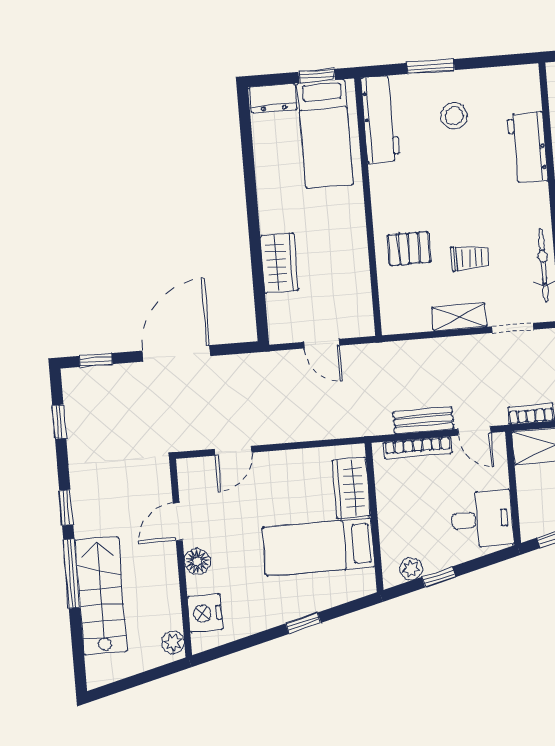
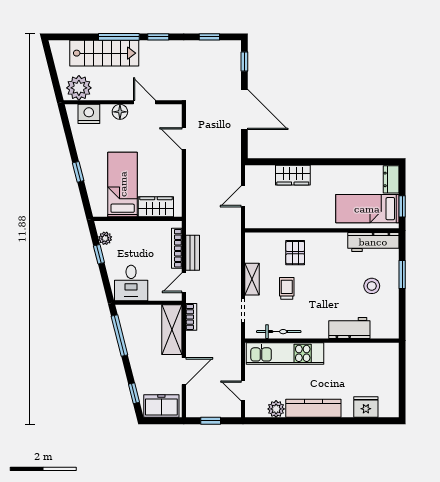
trolley: (470, 258) -> (287, 288), turned 180
plant: (173, 642) -> (79, 88), width x1.88, depth x1.88

